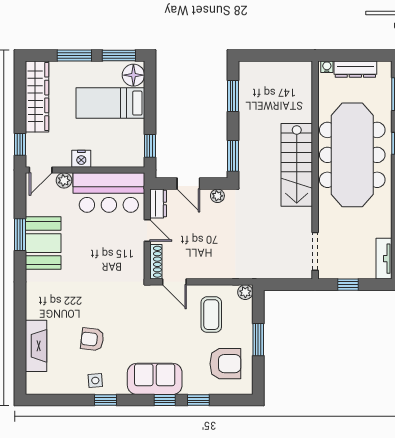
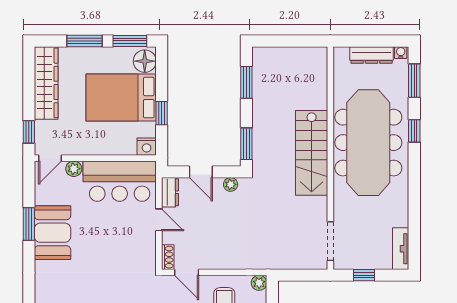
water cooler: (327, 67) -> (401, 53), moved
bed: (110, 103) -> (121, 98), width x1.50
window: (150, 146) -> (162, 113), moved
nightstand: (81, 159) -> (147, 147), moved
shoe rack: (156, 262) -> (168, 257), width x0.70

